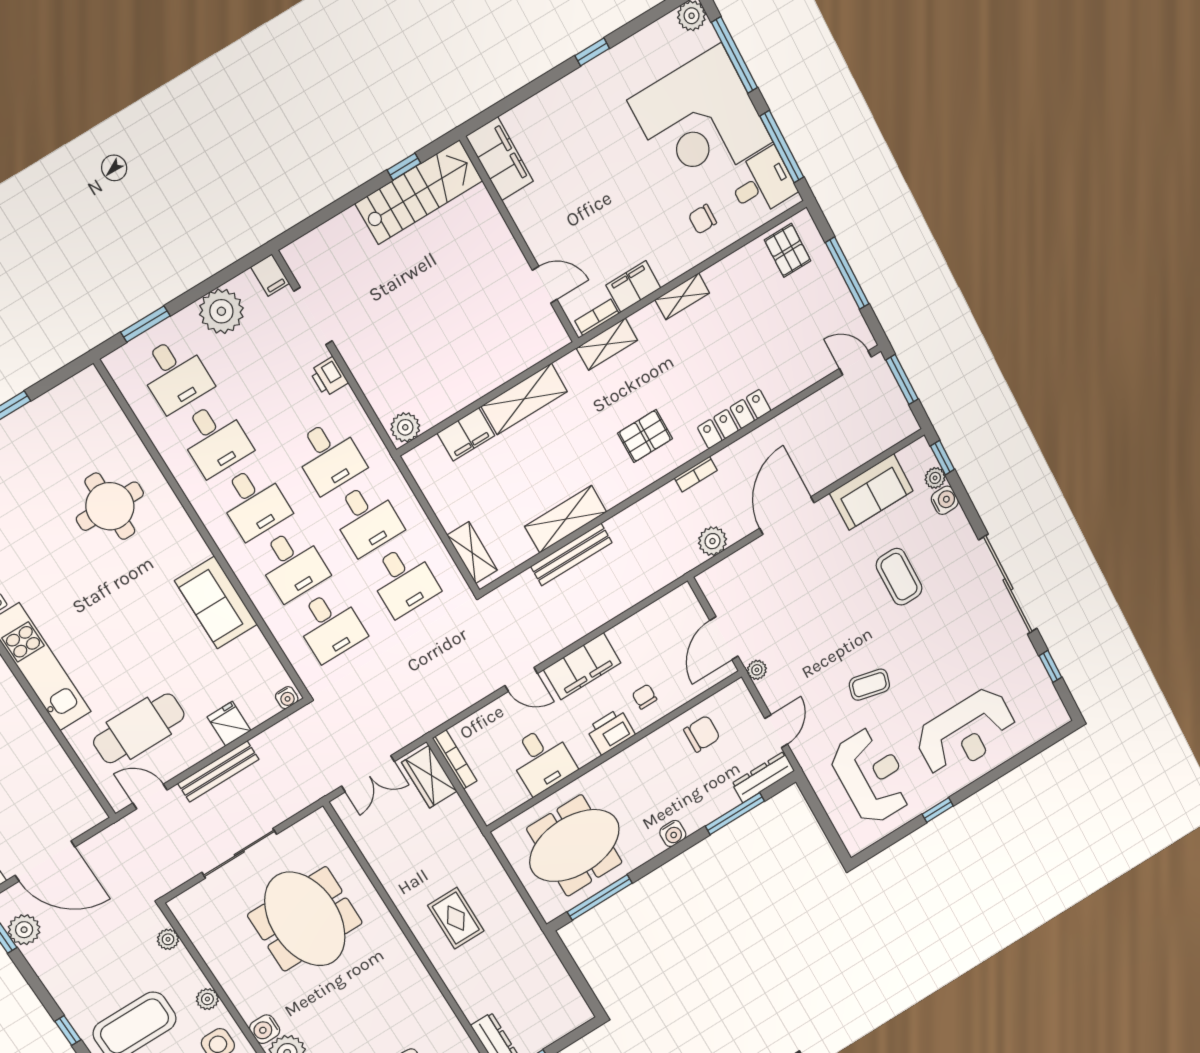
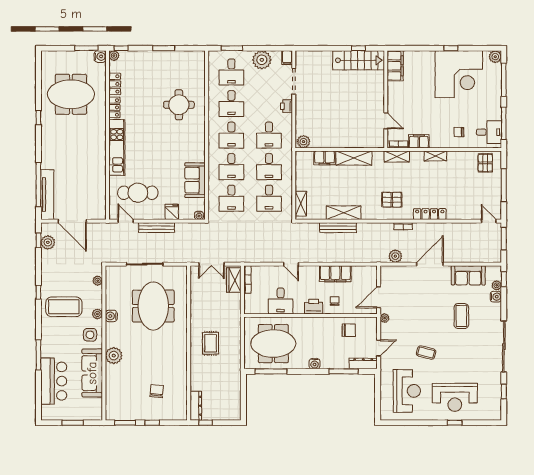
corner desk: (700, 121) -> (459, 74), moved, turned -90
sofa: (216, 603) -> (195, 180), moved
filing cabinet: (582, 666) -> (335, 274), moved
window: (938, 810) -> (455, 423), moved
water cooler: (265, 1029) -> (111, 316), moved

